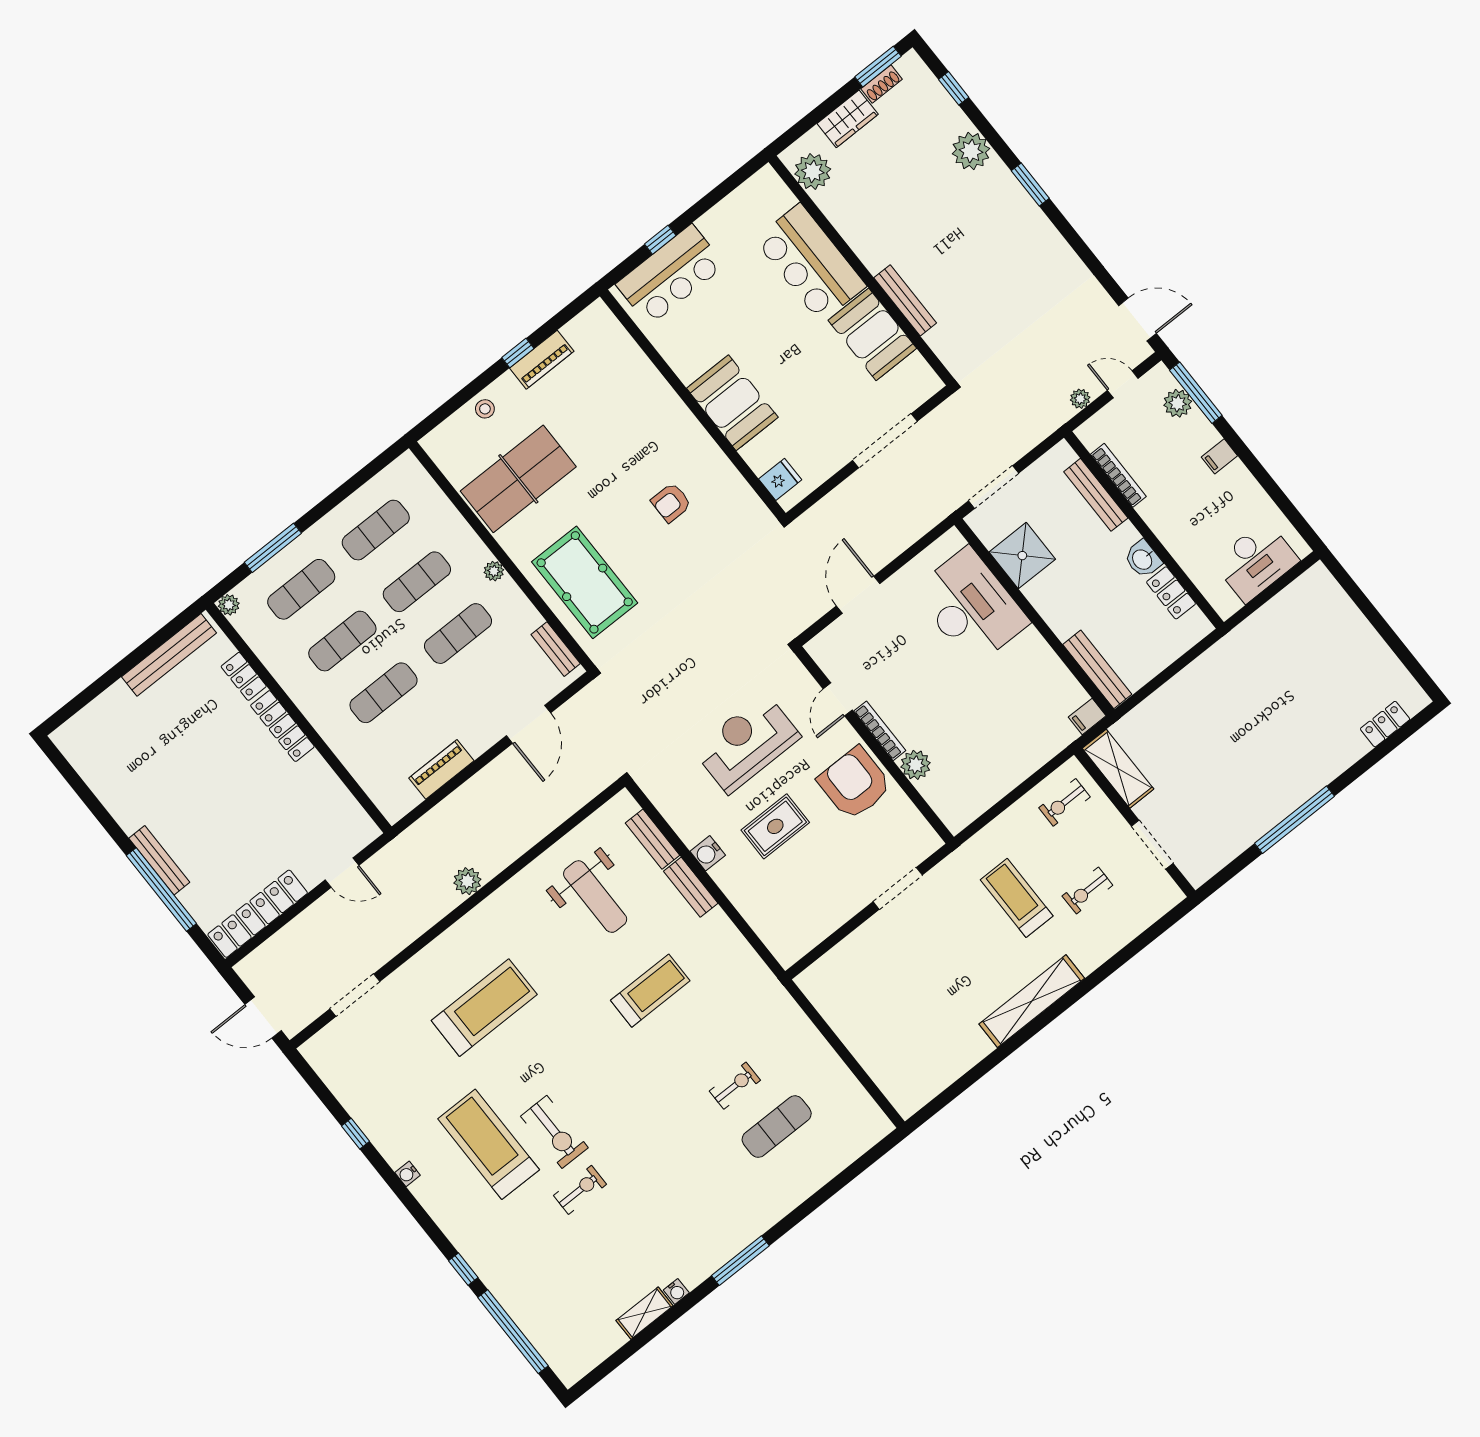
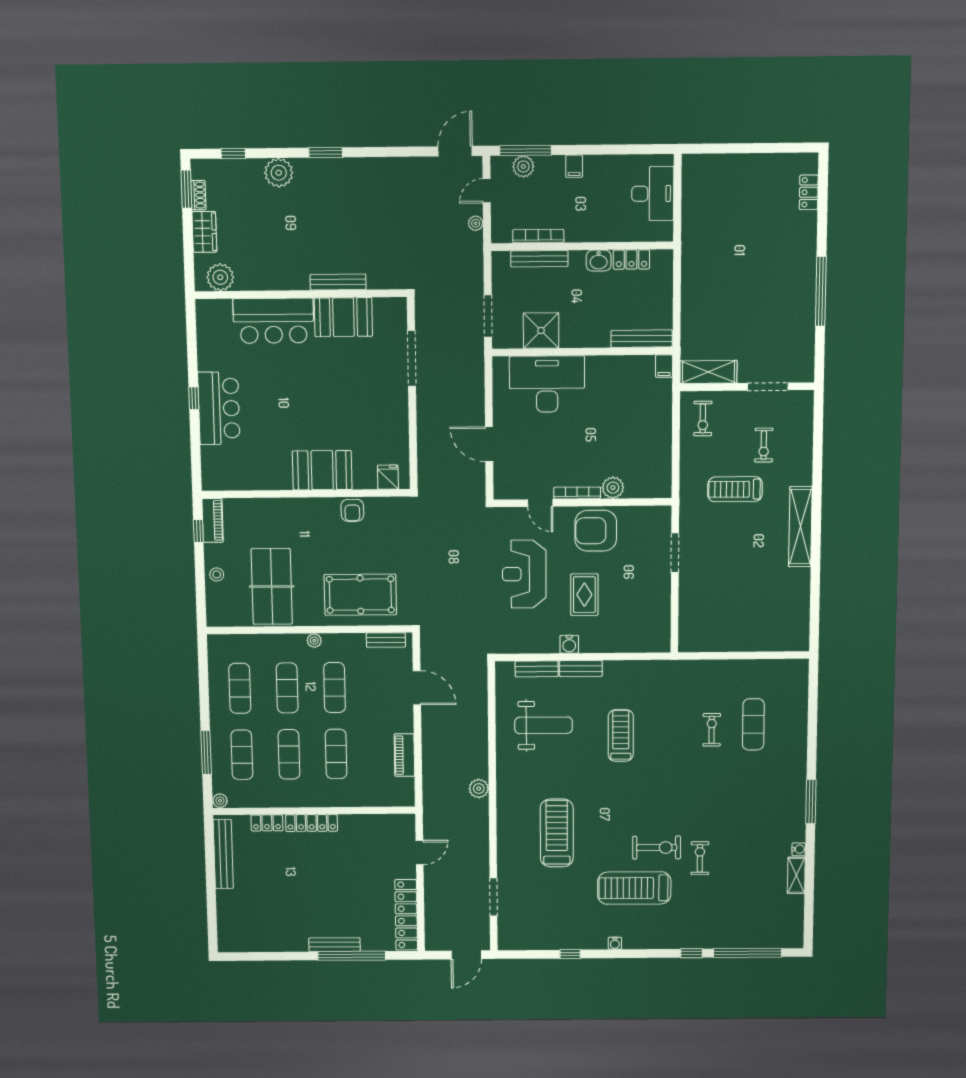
booth: (732, 403) -> (322, 470), moved
wall: (693, 405) -> (306, 494), moved
fridge: (780, 479) -> (388, 477), moved

